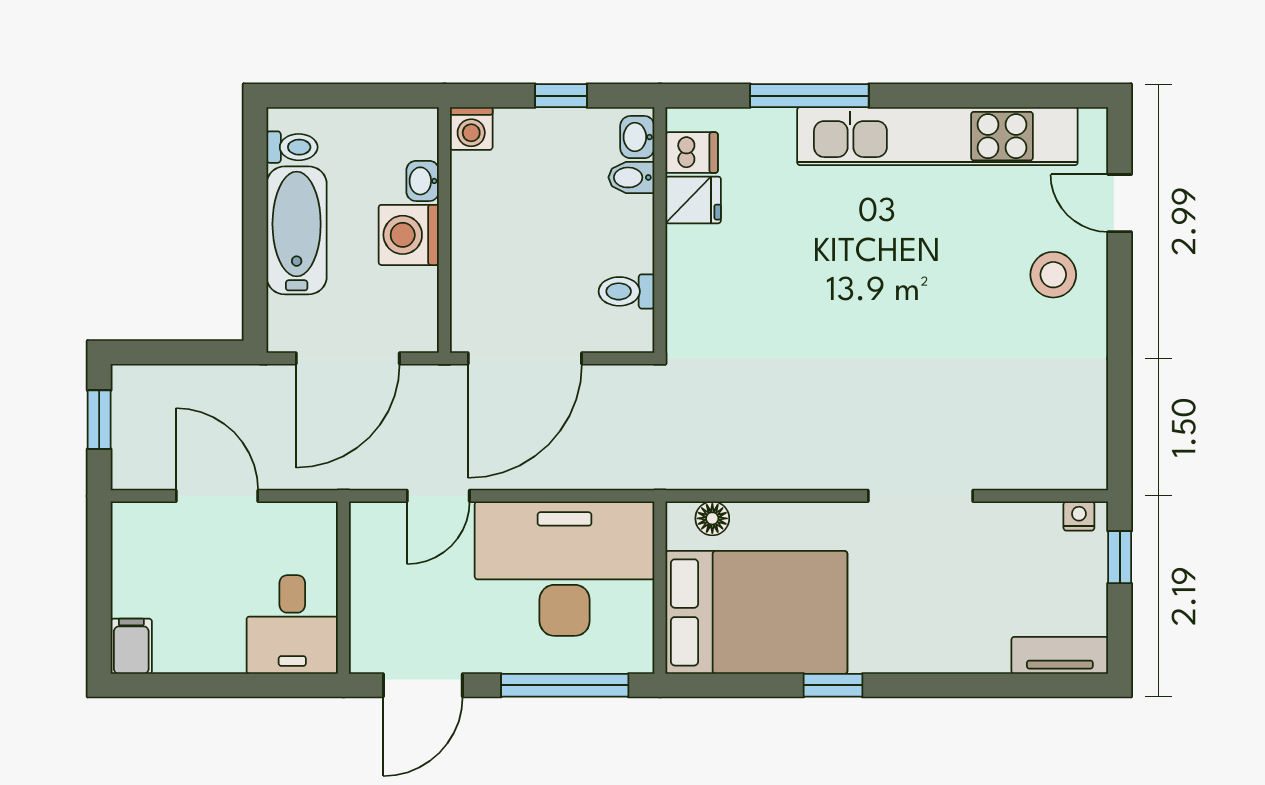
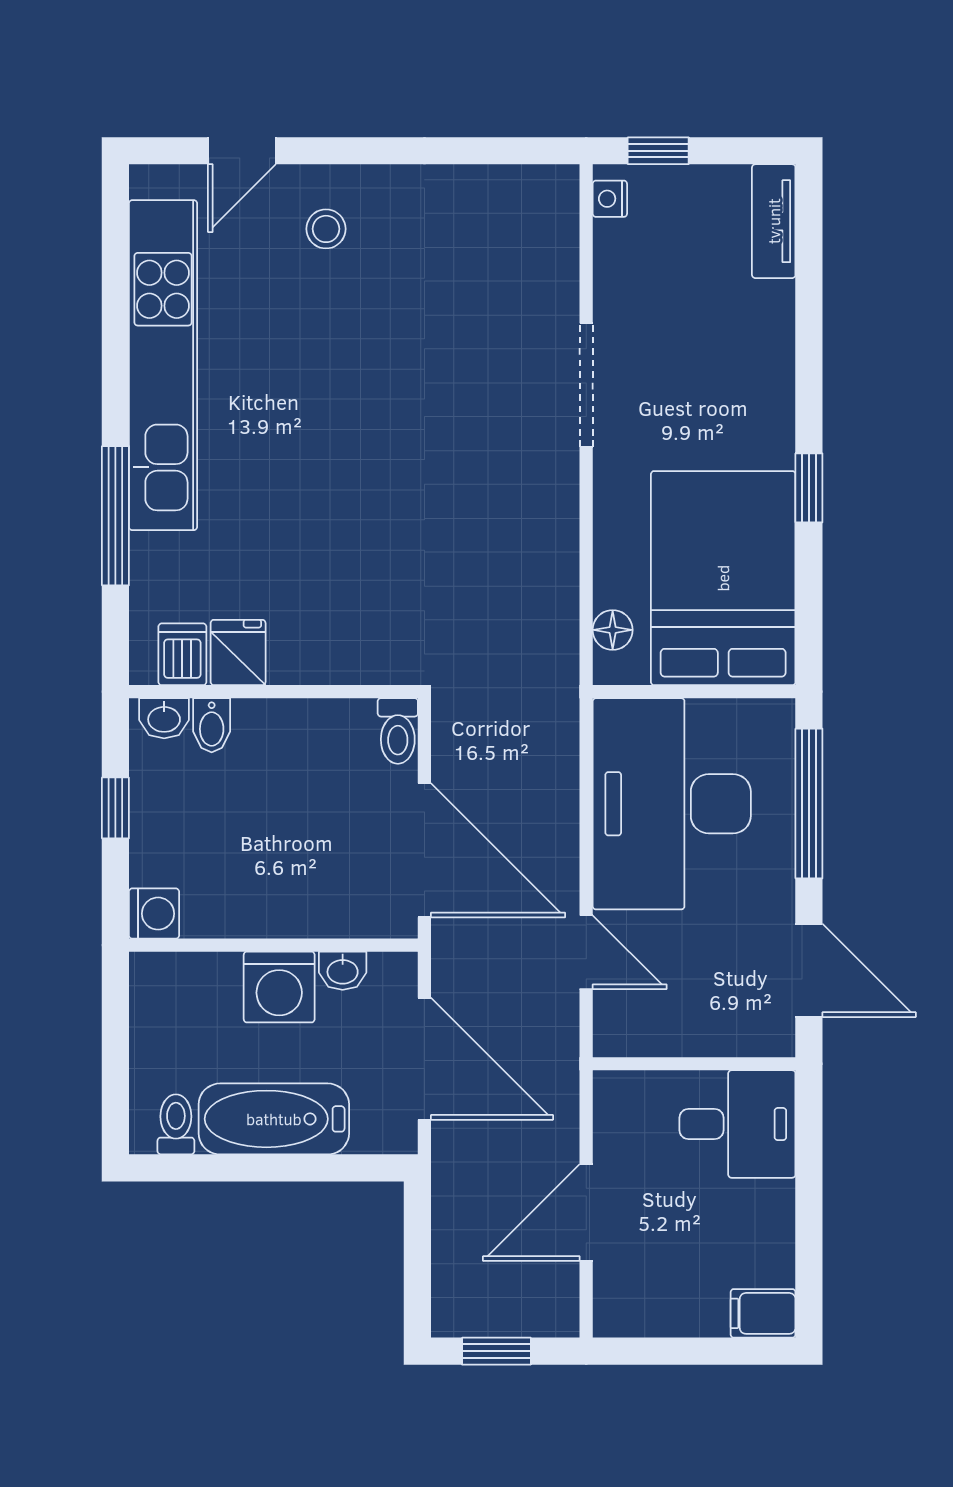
washbasin: (423, 181) -> (343, 971), moved
stool: (1053, 275) -> (326, 229), width x0.73, depth x0.73
toilet: (626, 291) -> (398, 731), moved

